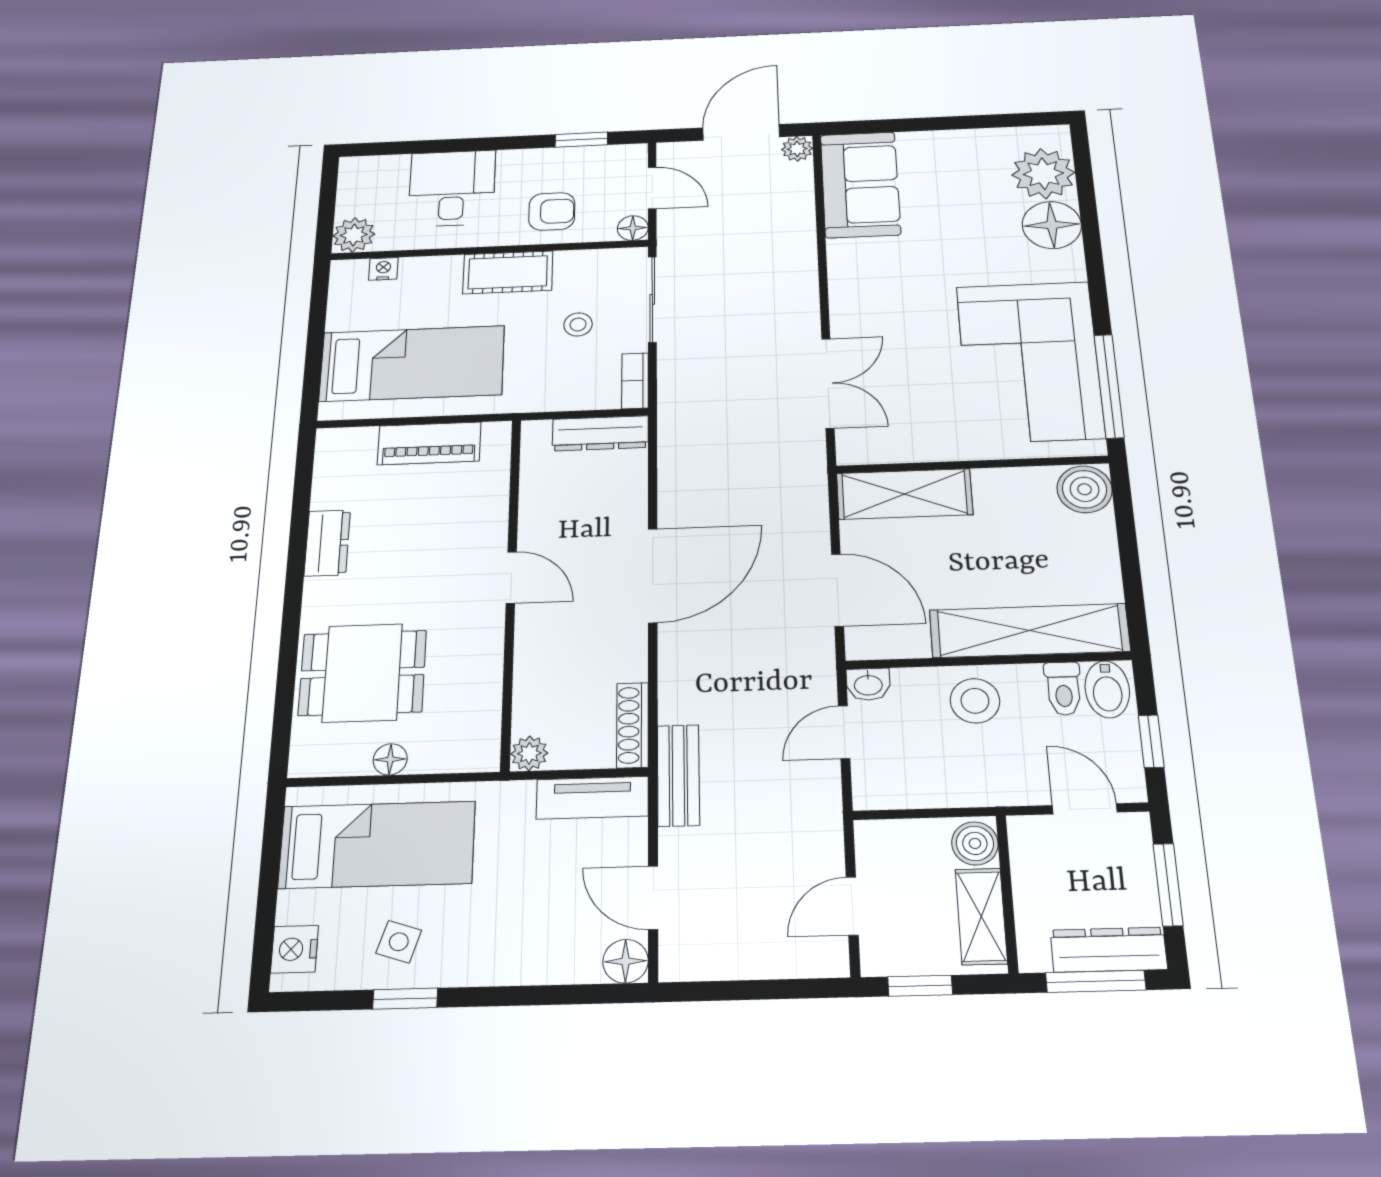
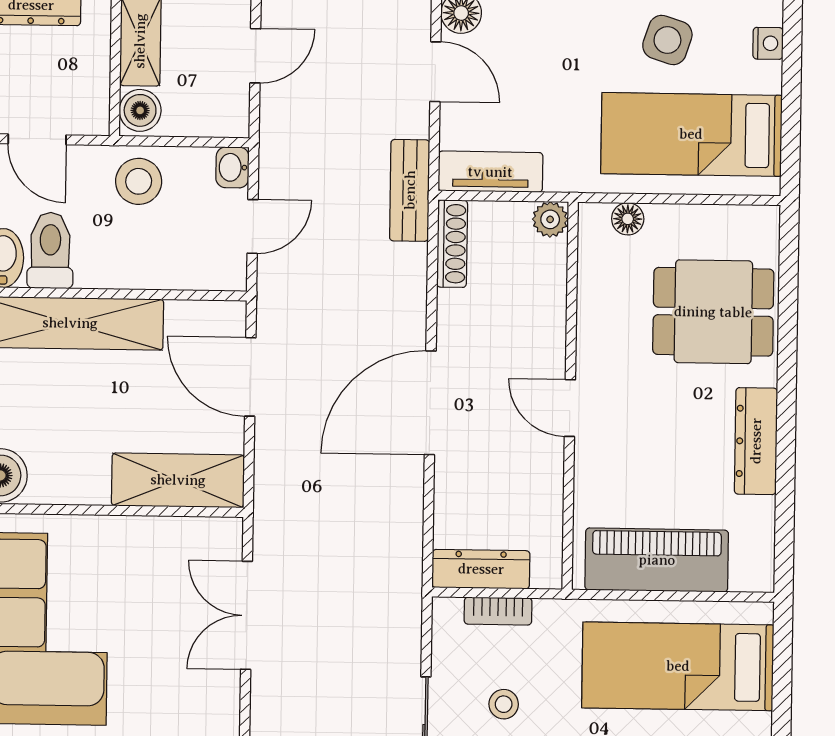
bookcase: (635, 381) -> (498, 611), moved, turned 90
piano: (429, 443) -> (657, 560), width x1.37, depth x1.33
dresser: (327, 543) -> (756, 441), width x1.44
washbasin: (868, 684) -> (232, 167), moved, turned -90
toilet: (1063, 689) -> (50, 250), width x1.37, depth x1.39
stool: (975, 701) -> (139, 181), moved
floor lamp: (390, 759) -> (628, 219), moved
side table: (399, 942) -> (667, 40), width x1.37, depth x1.37
nightstand: (295, 949) -> (768, 43), width x0.72, depth x0.74

